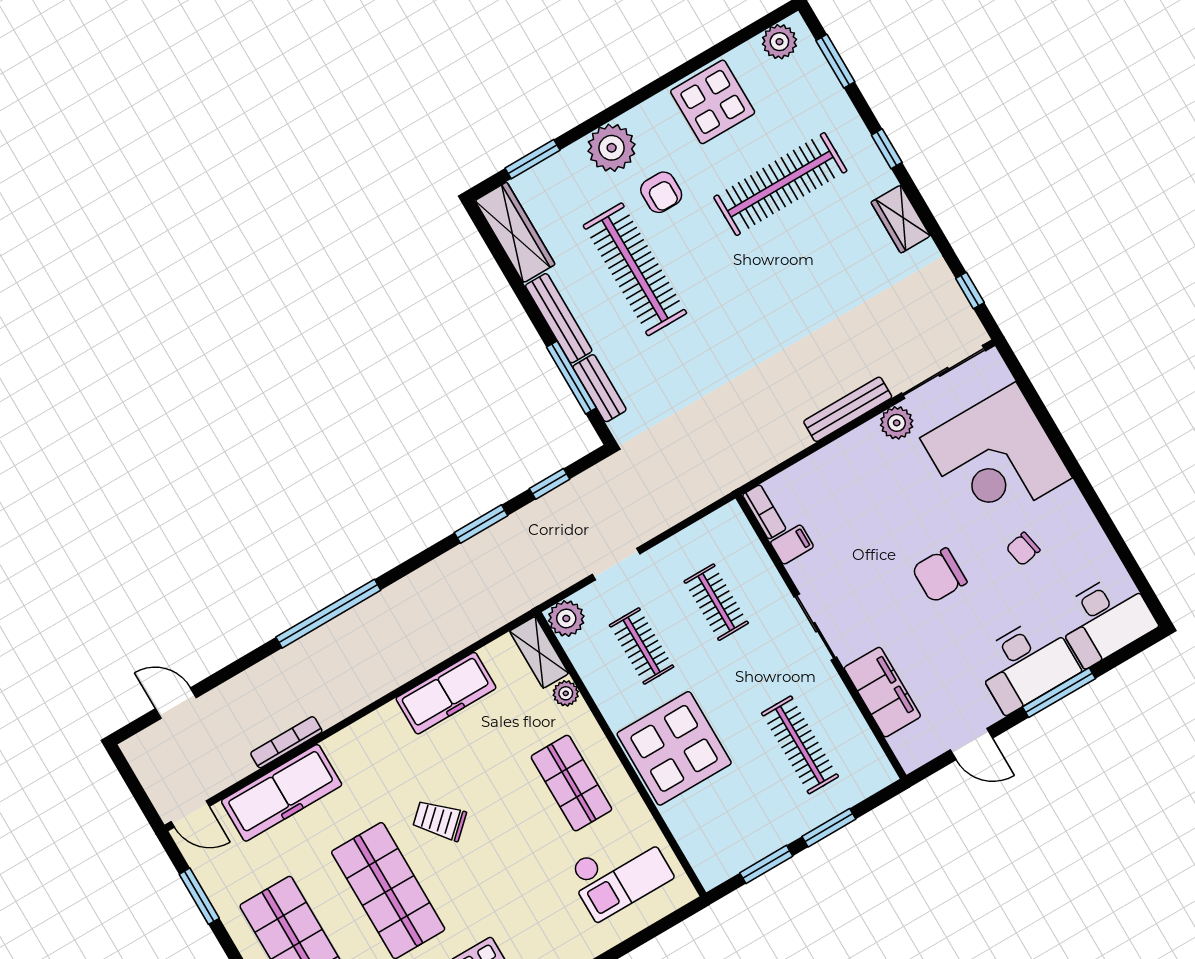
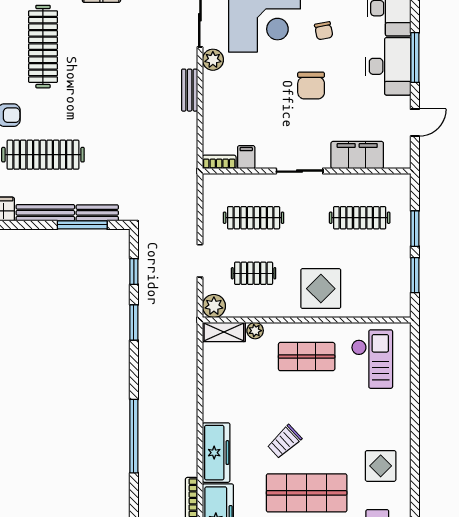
bench: (848, 409) -> (190, 90), width x0.73
clothes rail: (716, 602) -> (254, 218), width x1.36
freezer: (446, 693) -> (216, 453), moved
display table: (674, 748) -> (321, 289), width x0.73, depth x0.73

